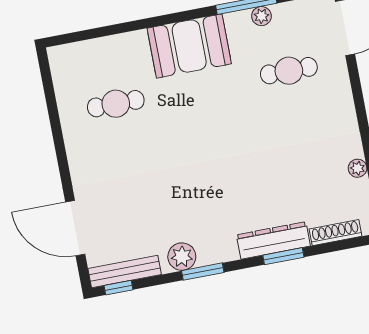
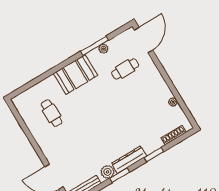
cafe table: (116, 104) -> (52, 113), turned 90
dresser: (273, 240) -> (129, 160), moved

